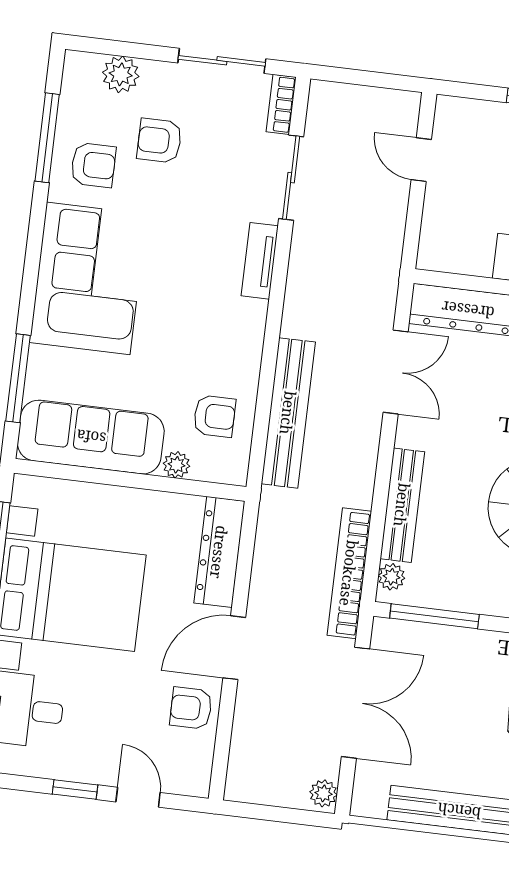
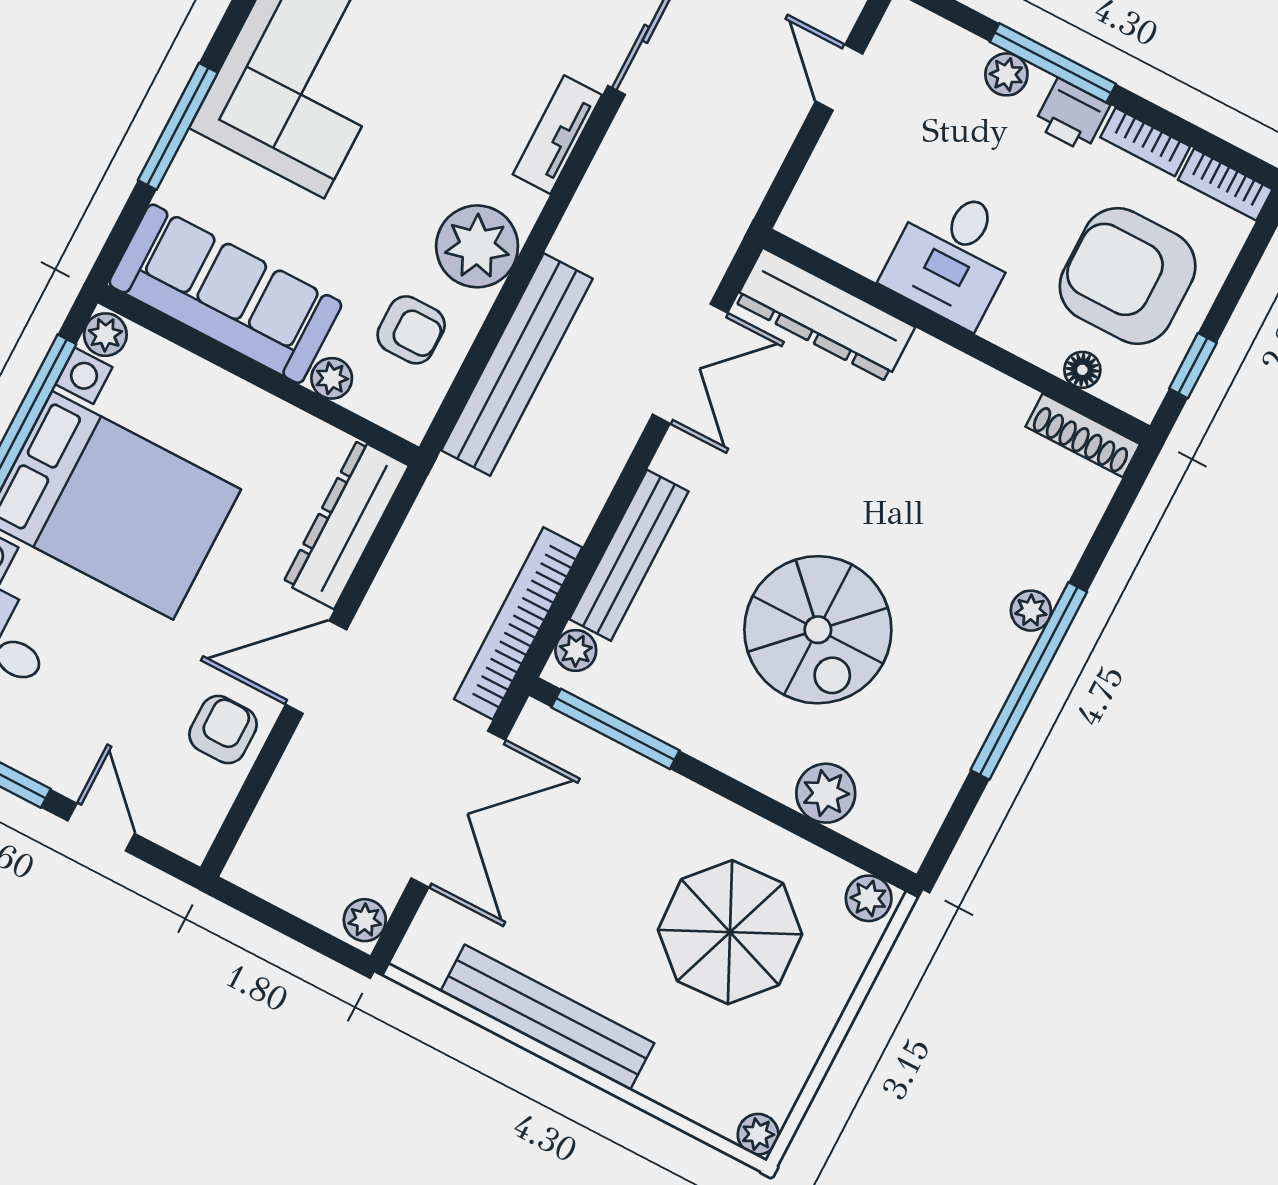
plant: (236, 349) -> (477, 246), added
window: (18, 378) -> (178, 126), moved
plant: (26, 490) -> (105, 335), added
armchair: (191, 708) -> (223, 730), turned 90

